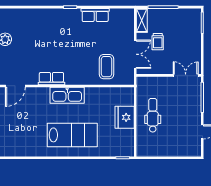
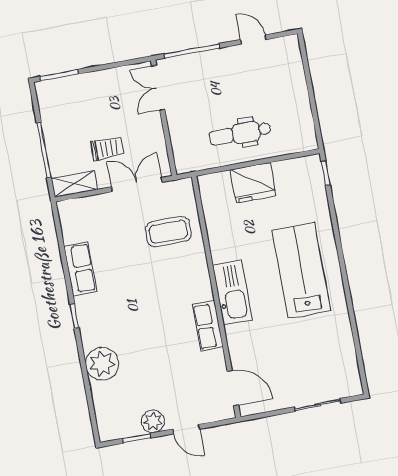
plant: (41, 17) -> (102, 364), added

